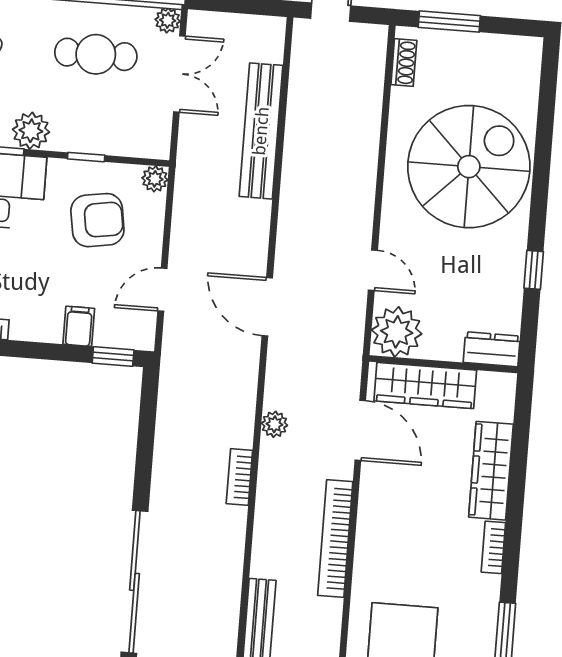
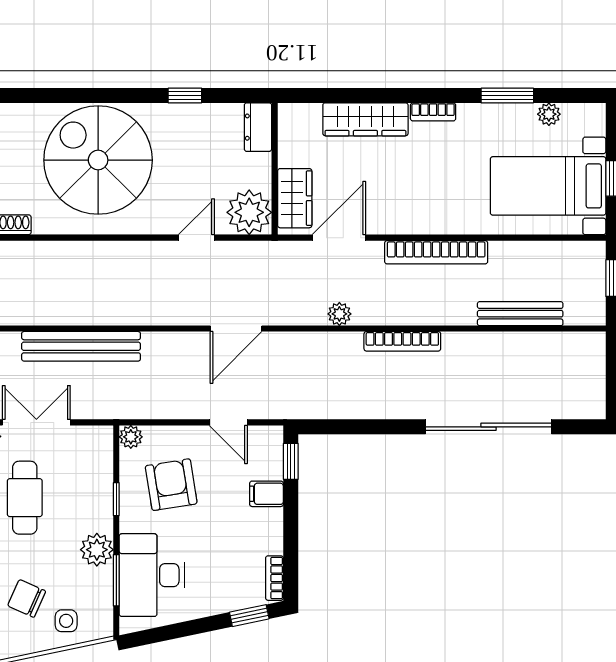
wardrobe: (425, 386) -> (295, 198), width x0.67
bookcase: (239, 477) -> (402, 341), width x1.56

